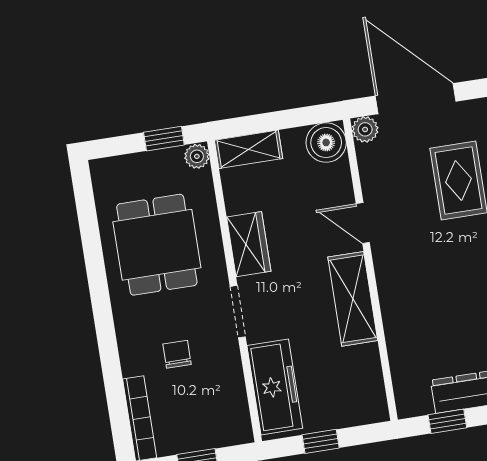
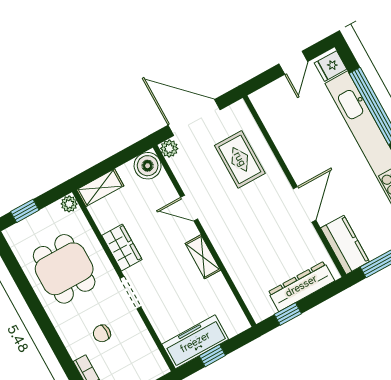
window: (164, 139) -> (25, 211), moved
shelving: (353, 299) -> (203, 257), width x0.67, depth x0.75
chair: (177, 354) -> (102, 333), turned -90
freezer: (275, 387) -> (195, 342), moved, turned -90

